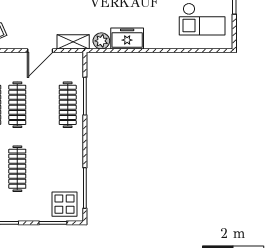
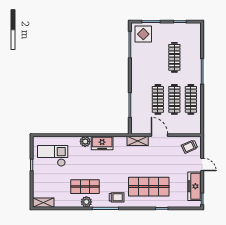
plant: (101, 41) -> (85, 141), moved
door: (40, 51) -> (159, 135), hinge flipped
clothes rail: (68, 105) -> (158, 99), moved

